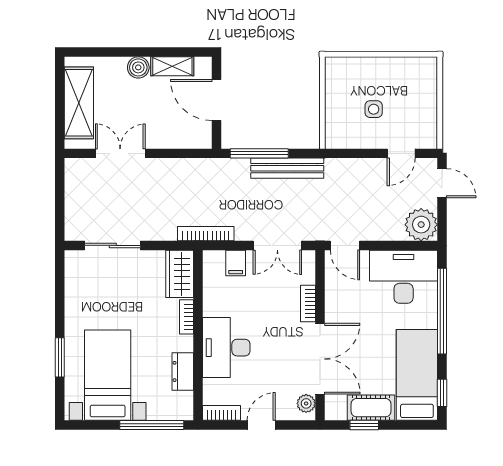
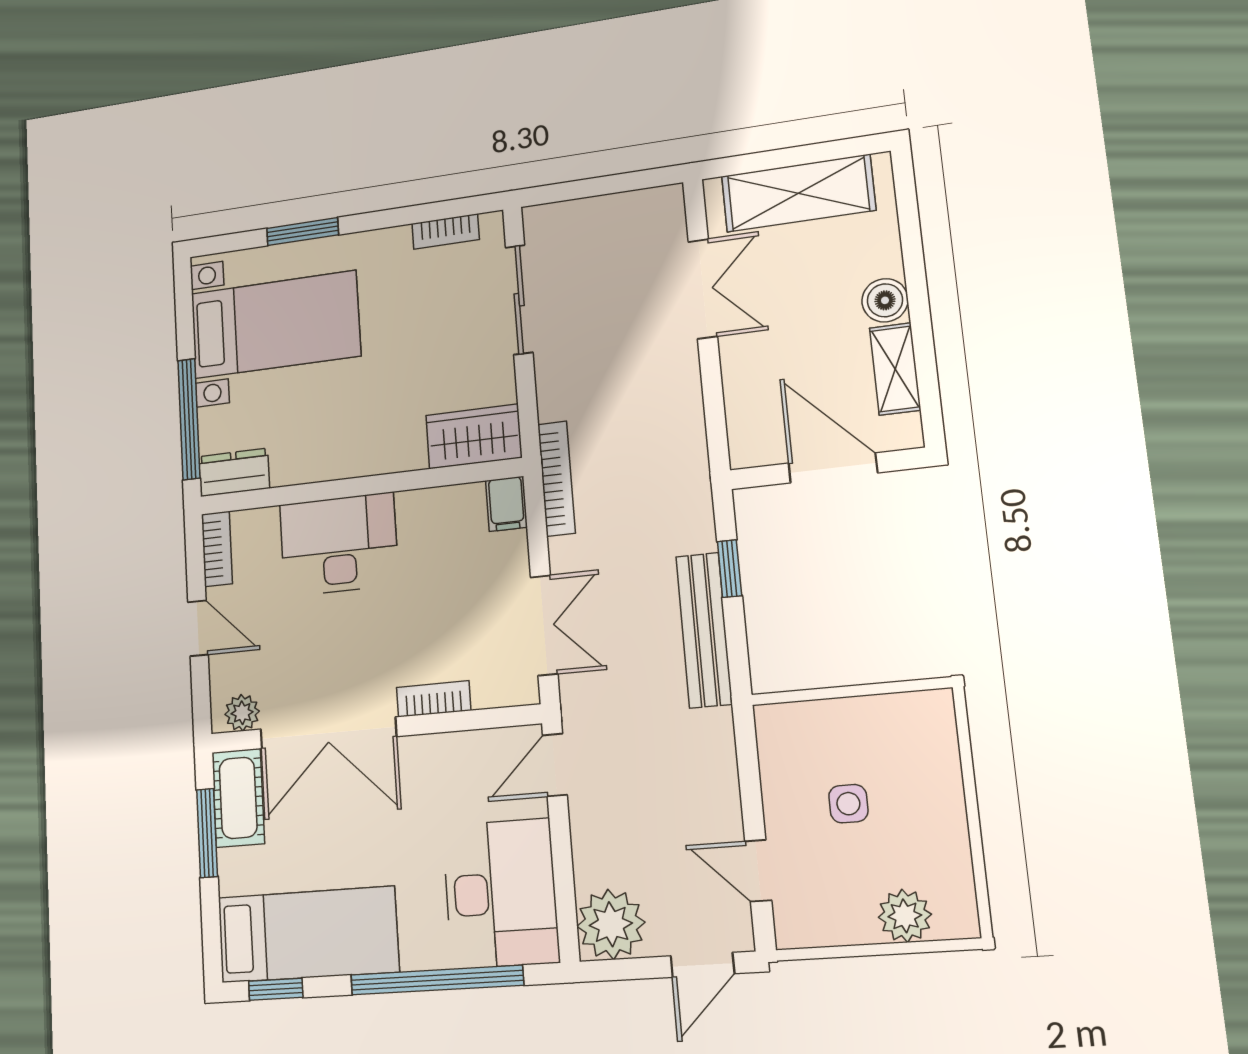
plant: (426, 89) -> (905, 916), added
door: (216, 100) -> (833, 468), hinge flipped
window: (259, 153) -> (729, 569), width x0.46
double door: (277, 245) -> (544, 625), swing flipped
filing cabinet: (236, 263) -> (506, 504), moved, turned -90
bookcase: (186, 317) -> (446, 231), moved, turned 180
dresser: (183, 371) -> (234, 472), moved
cot: (371, 408) -> (238, 798), moved
window: (364, 425) -> (207, 833), width x1.50

